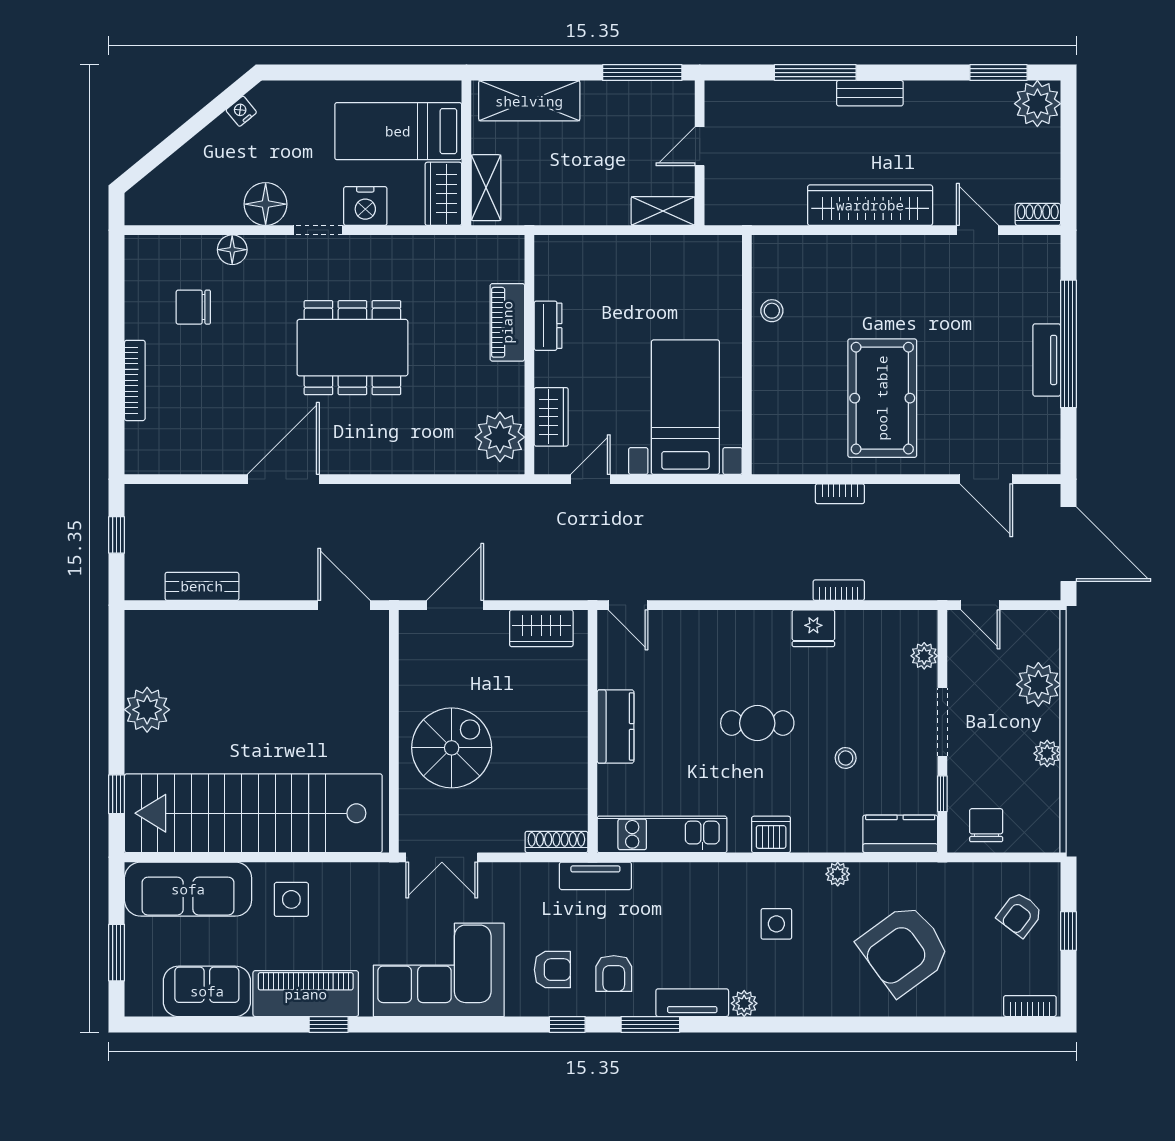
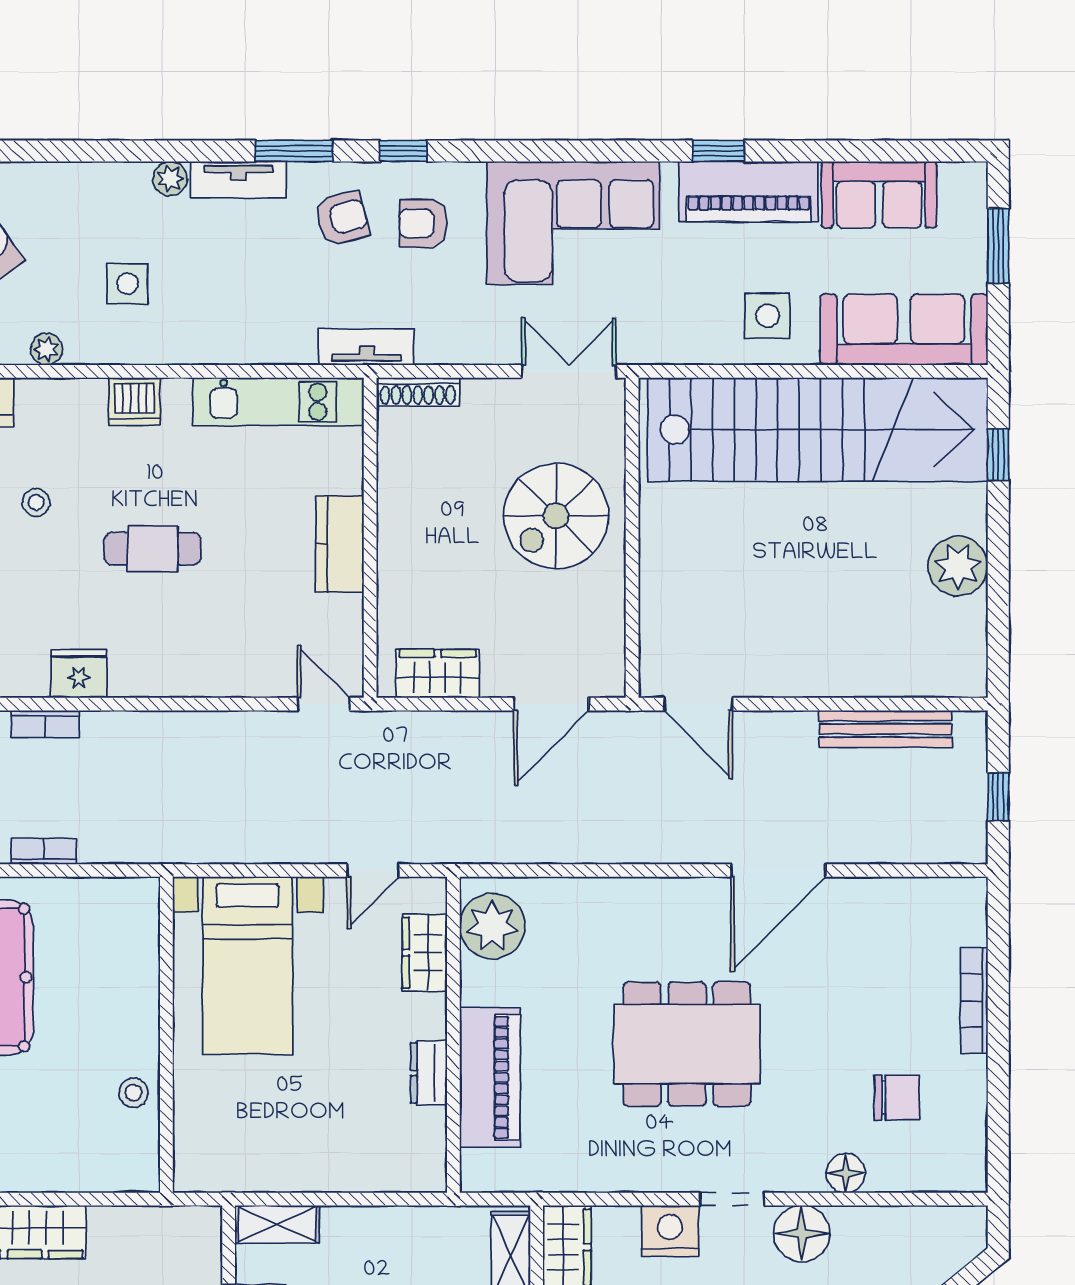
piano: (507, 322) -> (490, 1077), width x1.37, depth x1.33
bench: (202, 586) -> (886, 729), width x1.36
armchair: (614, 973) -> (342, 218), turned 76

